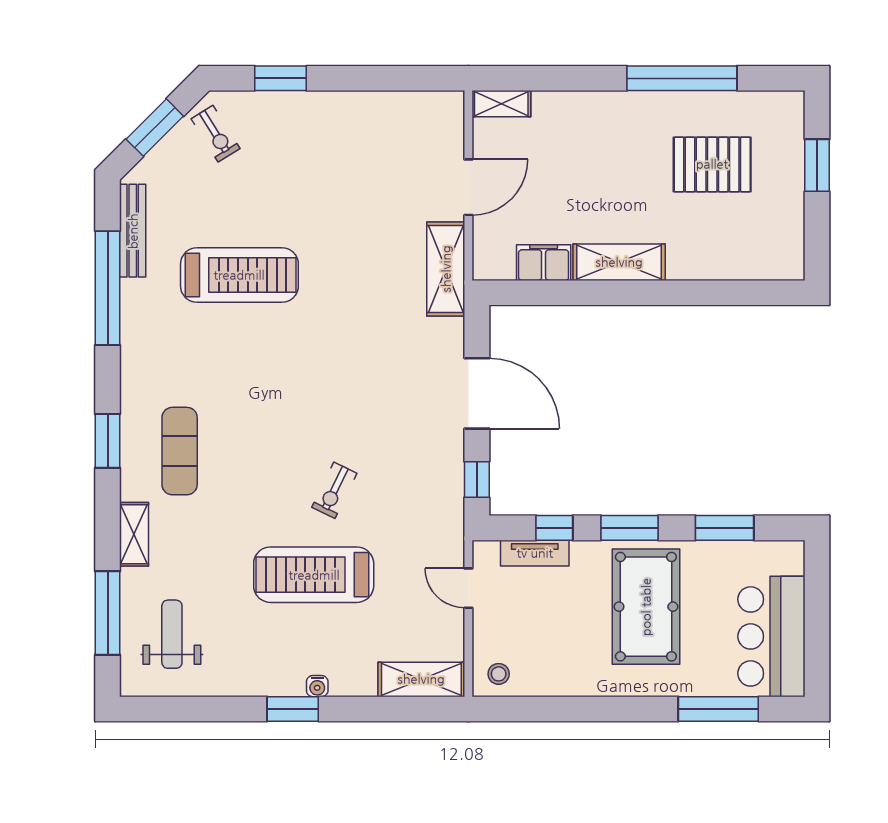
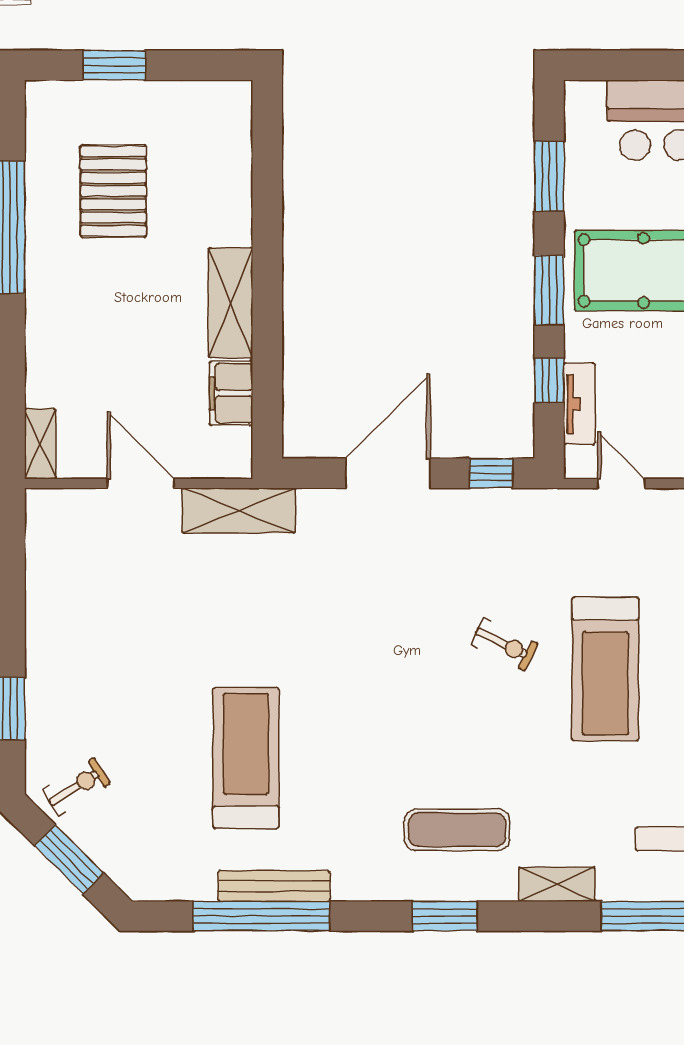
bench: (133, 231) -> (274, 886), moved
door: (468, 588) -> (621, 483), swing flipped

